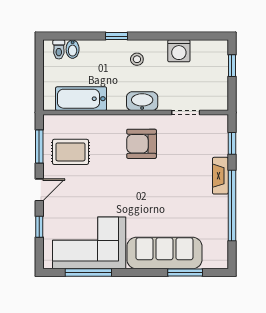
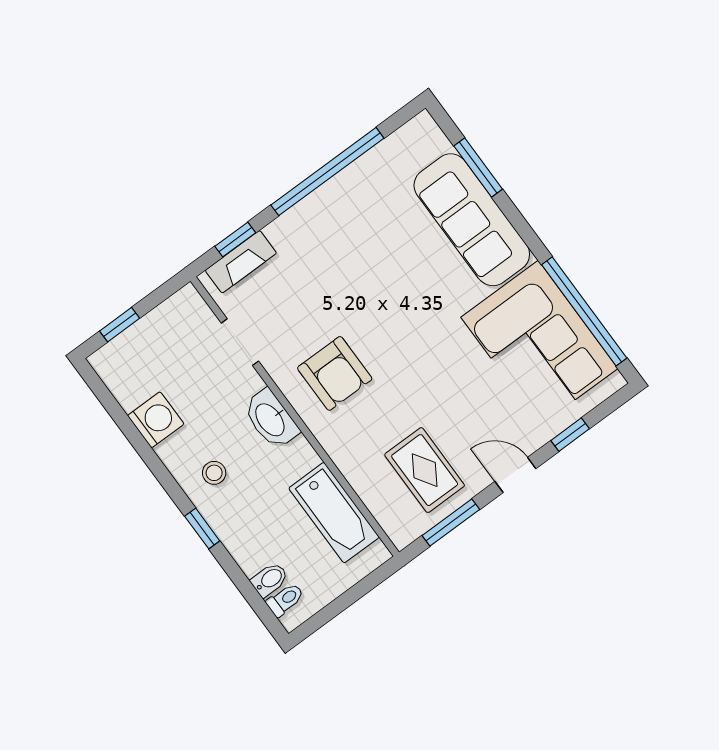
fireplace: (220, 176) -> (241, 262), moved
window: (88, 273) -> (584, 311), width x1.46

